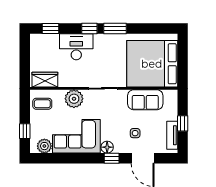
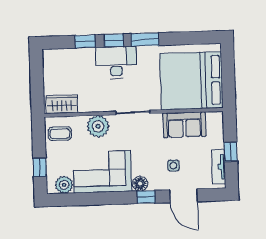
window: (51, 29) -> (85, 42), moved
desk: (76, 47) -> (116, 63), moved

